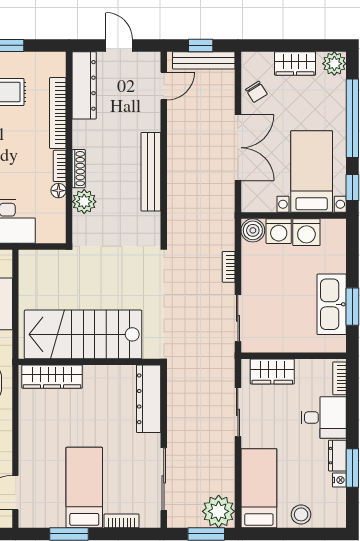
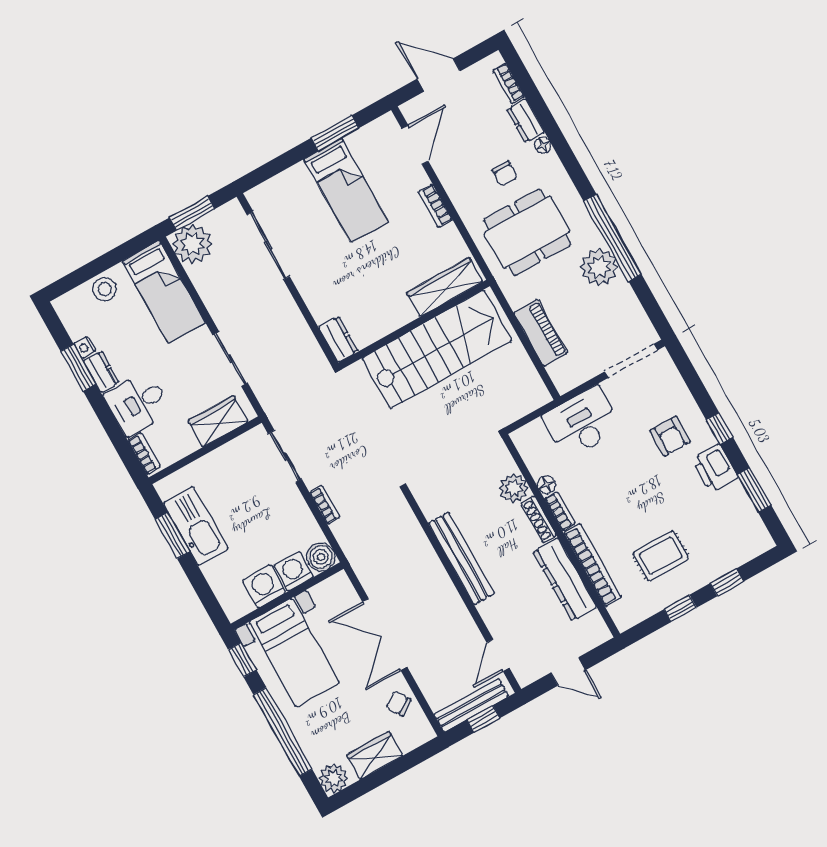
dresser: (84, 85) -> (565, 579), moved
dresser: (149, 399) -> (338, 339), width x0.51, depth x0.80
bookcase: (121, 521) -> (435, 206), moved, turned 90

